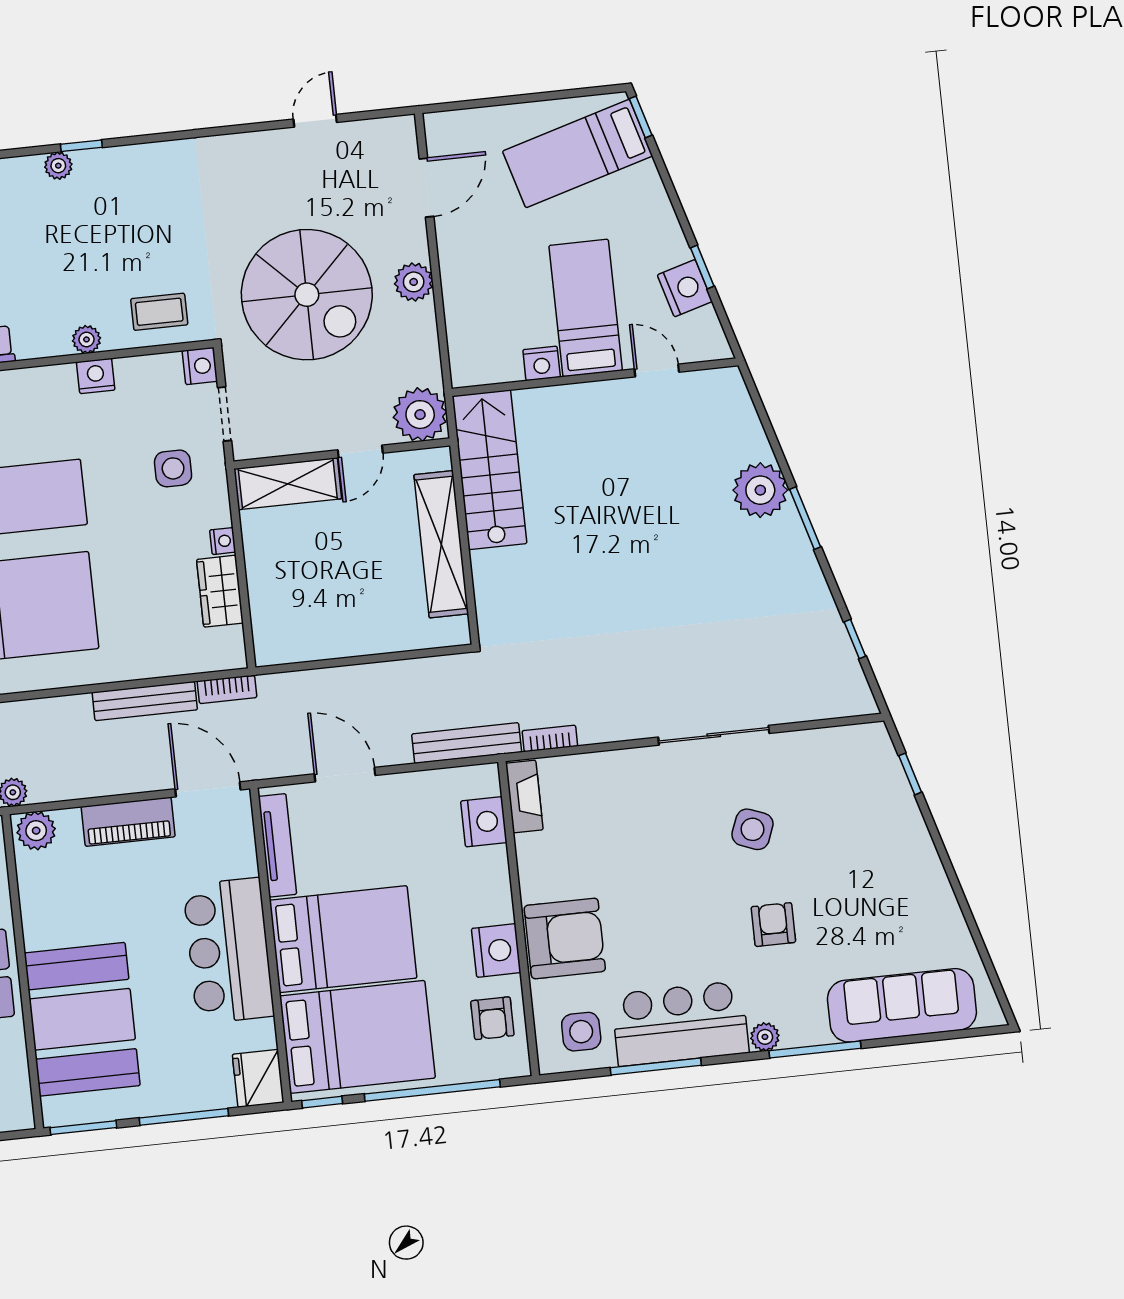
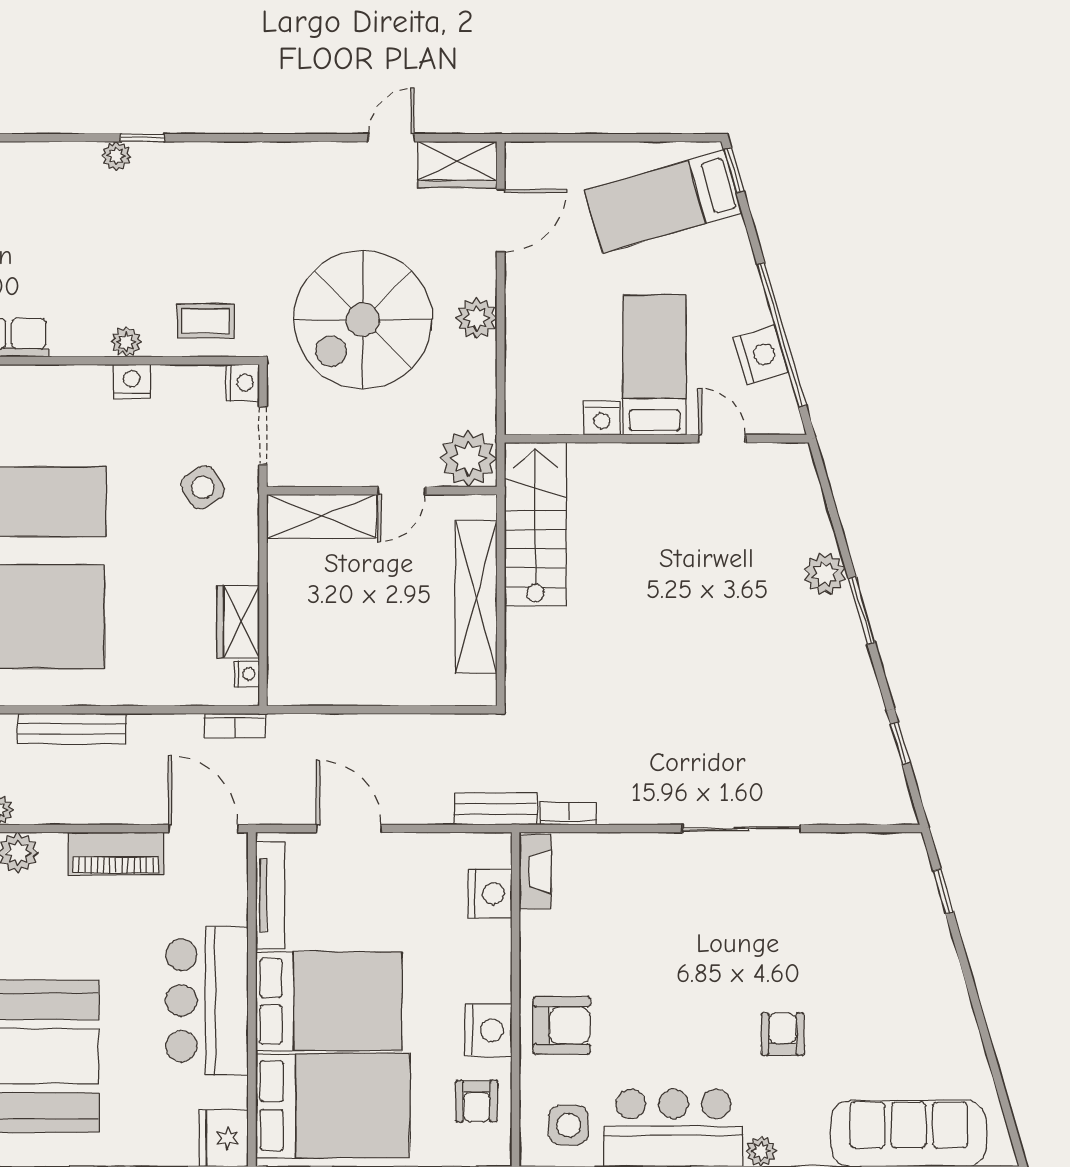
wardrobe: (380, 139) -> (457, 164), added
window: (702, 267) -> (782, 335), width x3.17
spiral stairs: (307, 295) -> (363, 320), turned 90
side table: (173, 468) -> (203, 487), turned -32
plant: (760, 490) -> (825, 574), width x0.73, depth x0.73
nightstand: (223, 541) -> (247, 674), moved
bench: (145, 701) -> (72, 729), moved
bench: (467, 743) -> (496, 809), width x0.73
side table: (752, 829) -> (771, 932), removed
armchair: (565, 938) -> (562, 1025), width x0.73, depth x0.73

